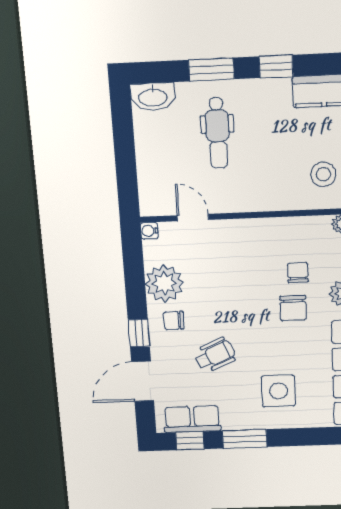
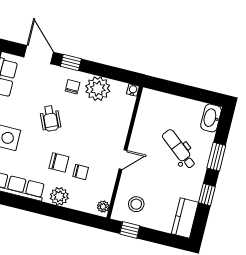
dental chair: (218, 133) -> (179, 149), turned 39
door: (193, 218) -> (123, 160), moved
chair: (293, 308) -> (59, 163), turned 180
wheelchair: (215, 355) -> (50, 118), moved

